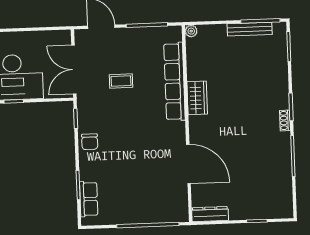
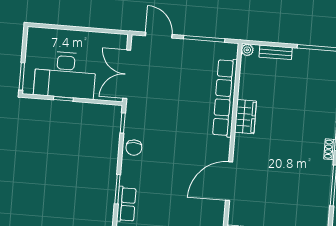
bench: (250, 29) -> (276, 52), moved, width x0.73
coffee table: (121, 81) -> (172, 91), removed
door: (188, 164) -> (229, 181), swing flipped

